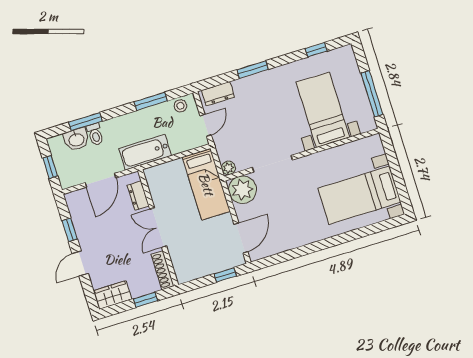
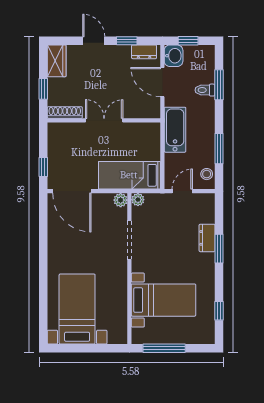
dresser: (218, 94) -> (207, 238), moved
door: (206, 125) -> (182, 191), swing flipped
washbasin: (76, 139) -> (174, 56), moved, turned 180
plant: (242, 190) -> (121, 200), width x0.53, depth x0.53
dresser: (138, 196) -> (144, 52), moved, turned 180
door: (241, 238) -> (72, 191), width x1.36

